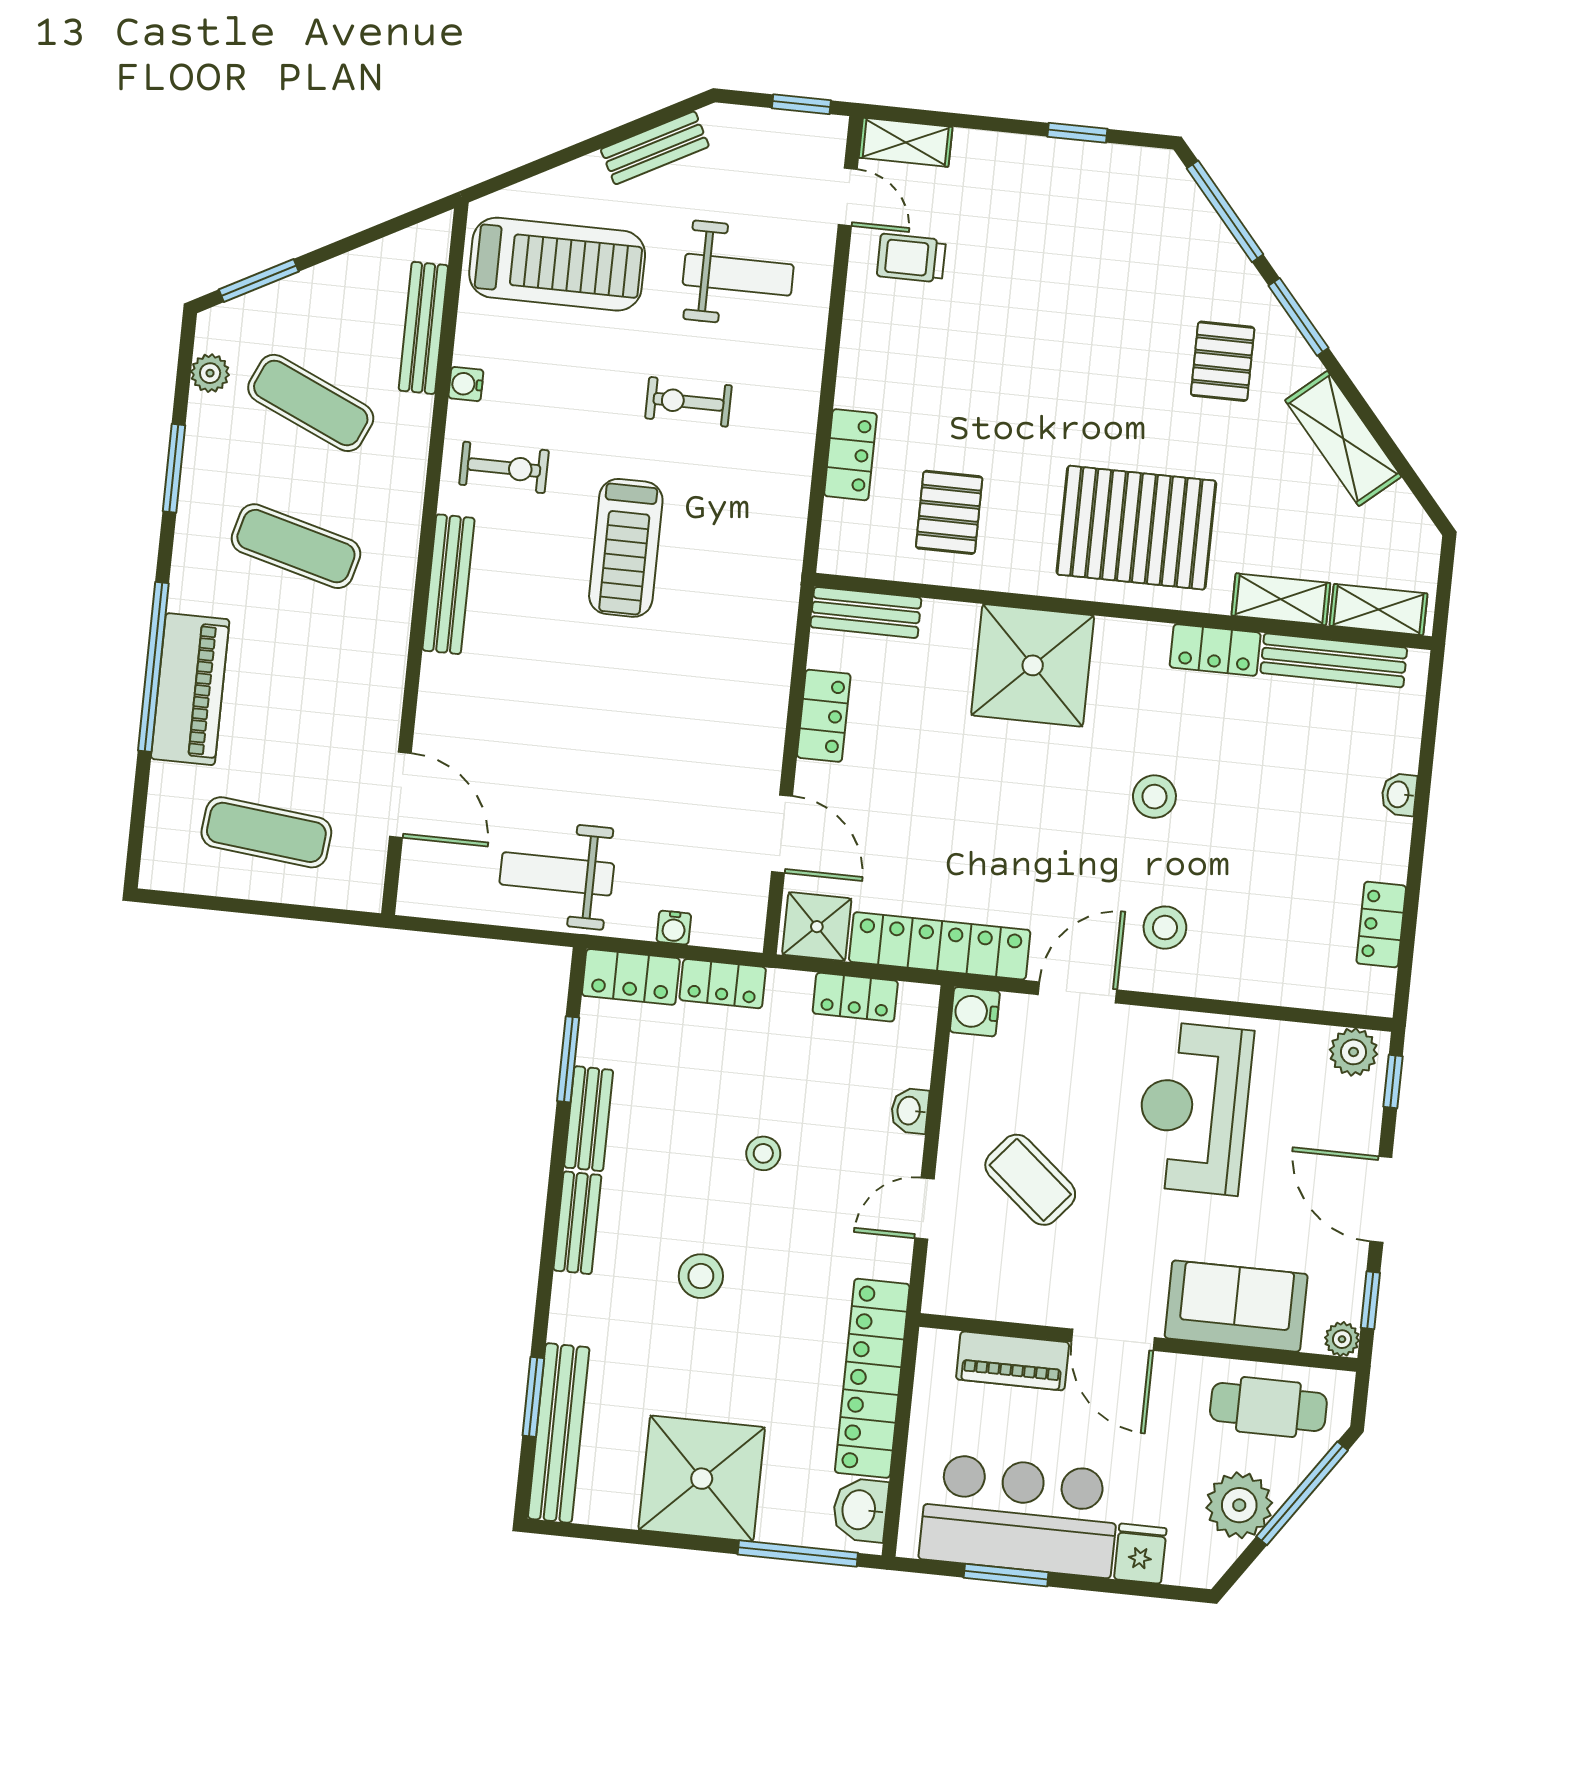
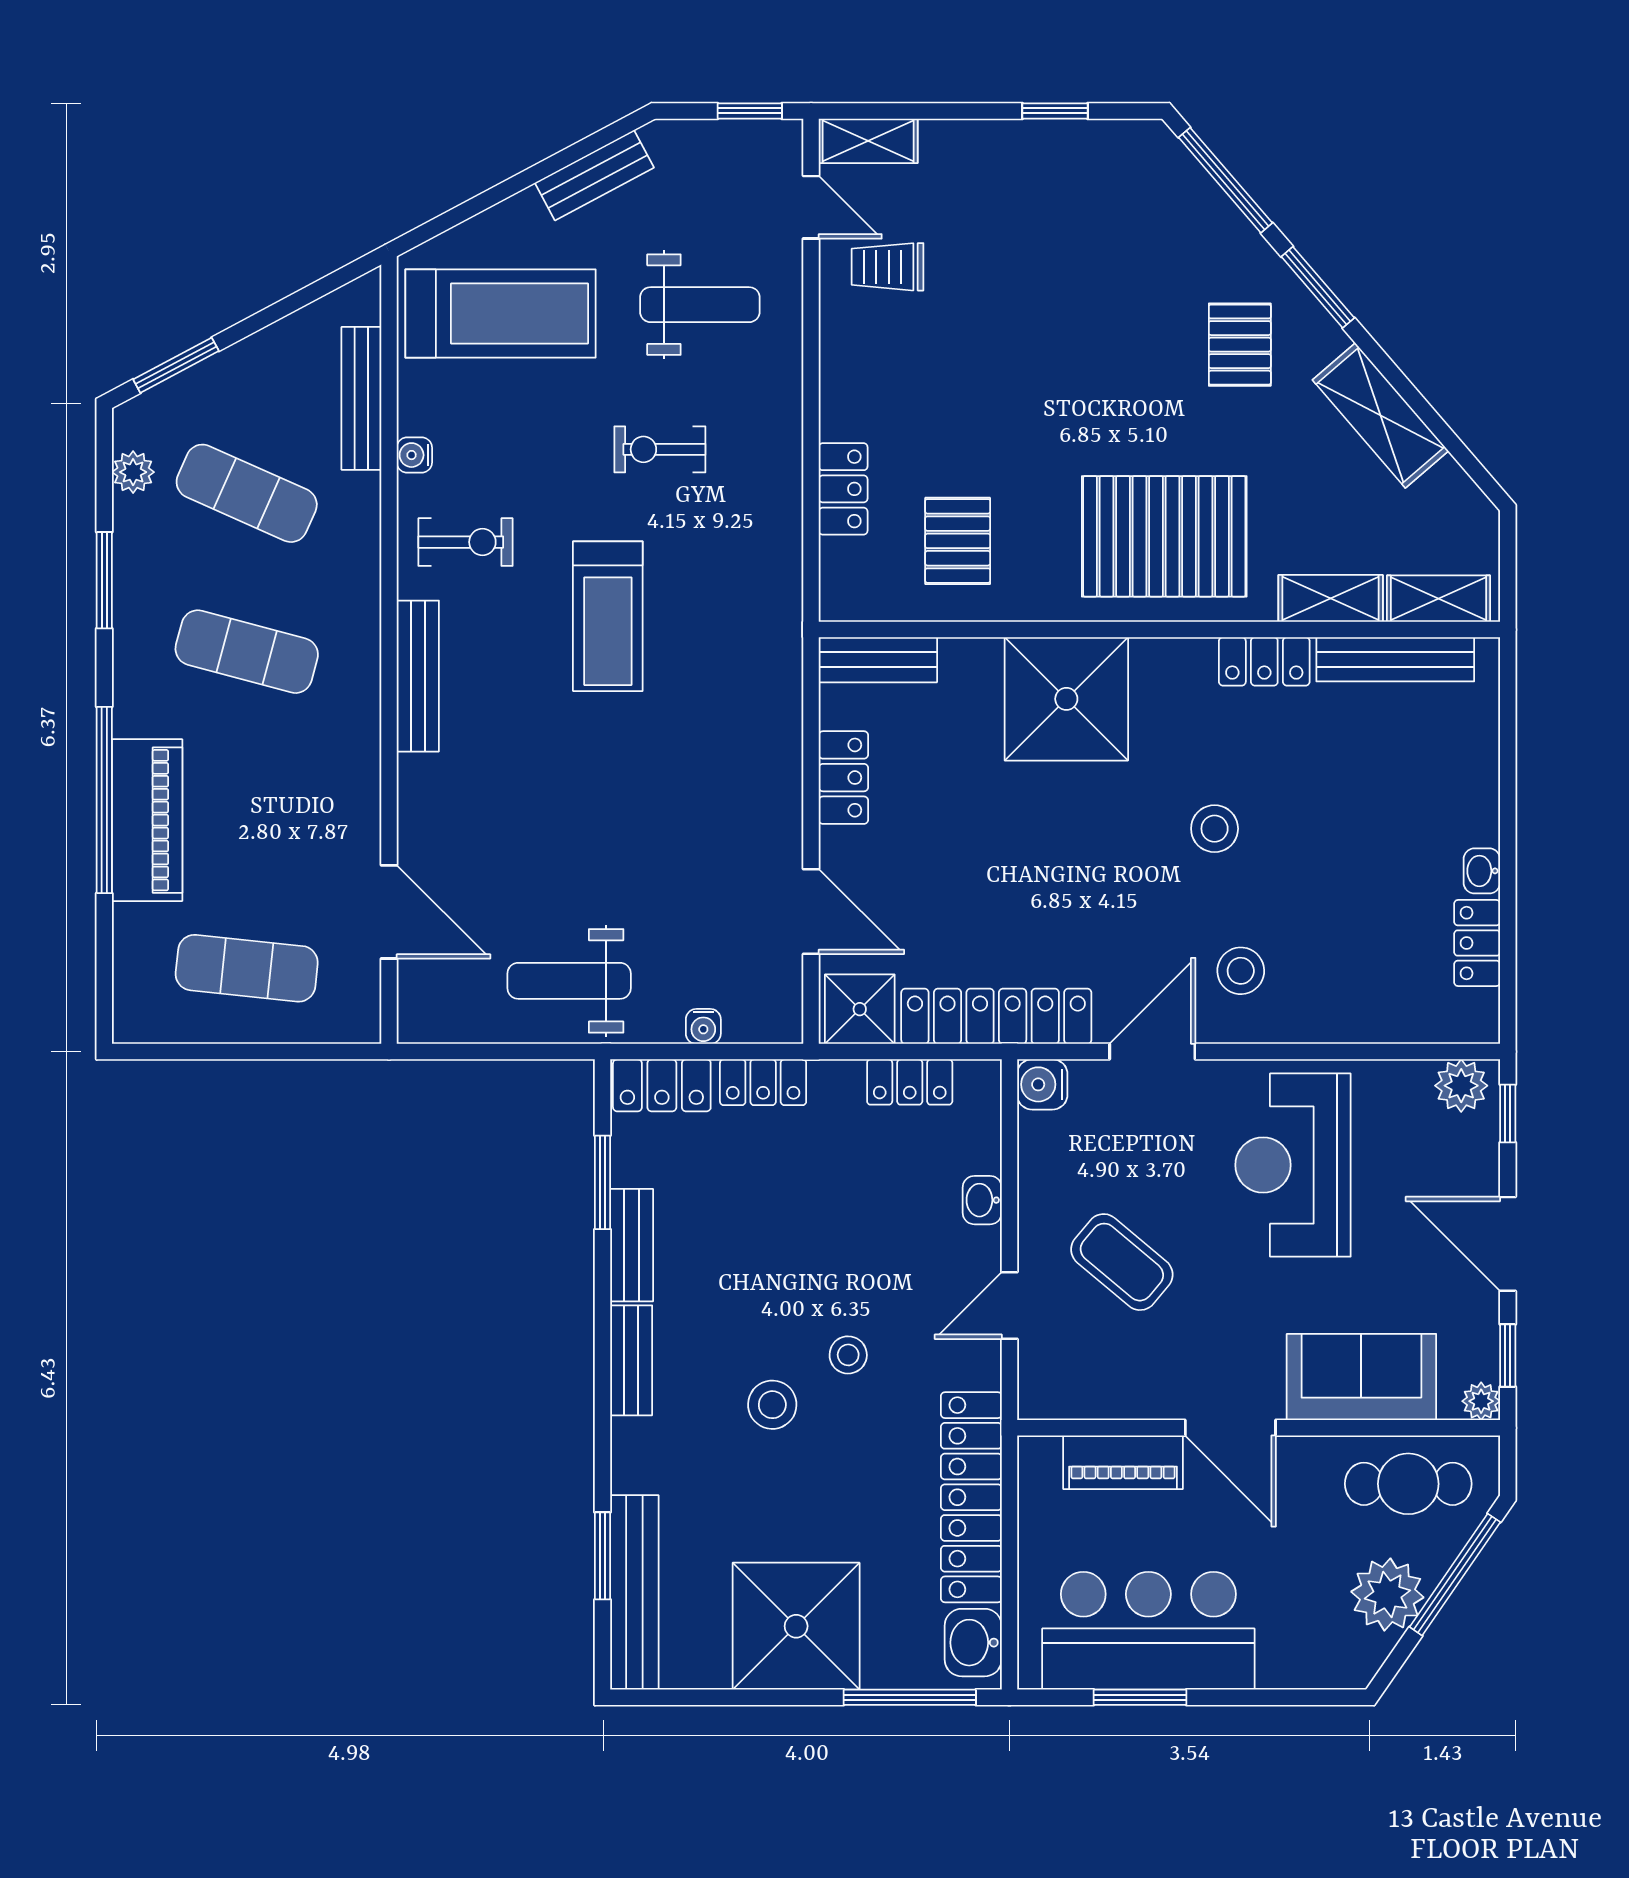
washbasin: (1399, 794) -> (1482, 871), moved
stool: (763, 1153) -> (848, 1355), moved
fridge: (1140, 1554) -> (1285, 1659), removed

